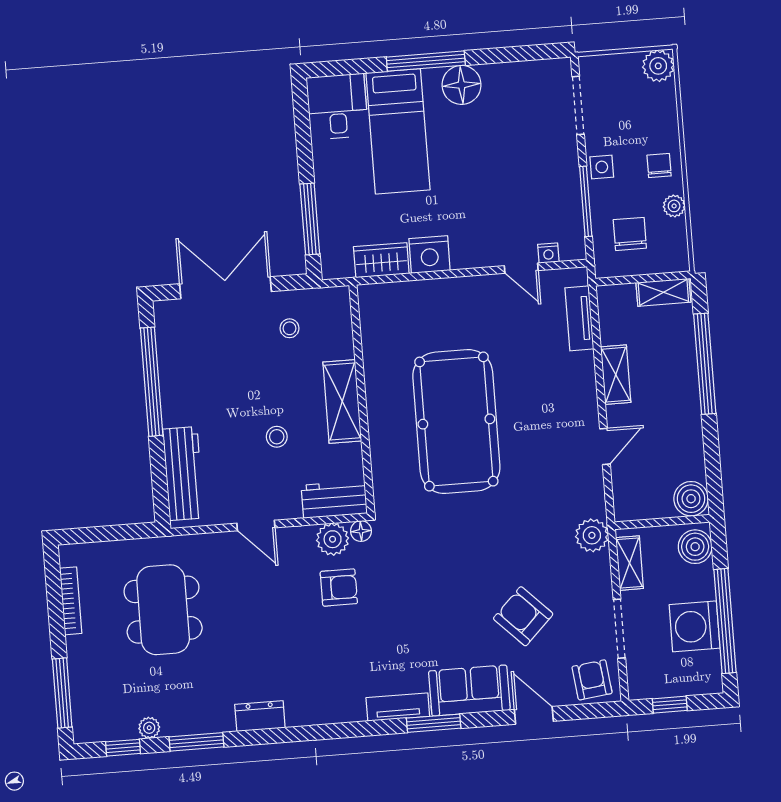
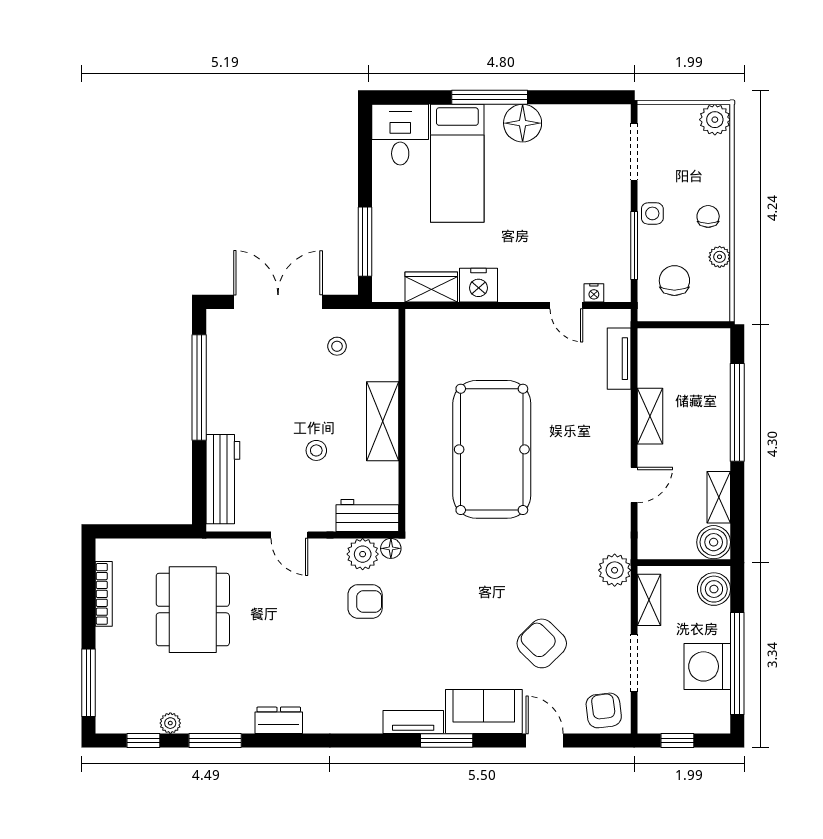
shelving: (663, 292) -> (719, 497), moved, turned 90

